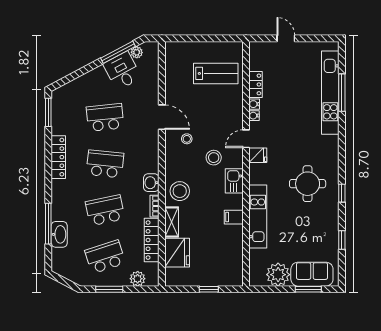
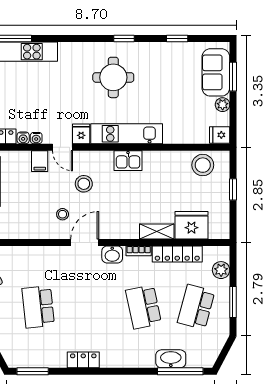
door: (162, 117) -> (85, 242), moved
locker: (58, 157) -> (83, 360), width x0.66
school desk: (105, 164) -> (91, 307), removed
kitchen sink: (234, 181) -> (128, 161), moved
stool: (180, 191) -> (203, 165), moved
filing cabinet: (234, 217) -> (40, 161), moved
kitchen unit: (258, 217) -> (127, 134), moved
window: (48, 224) -> (180, 371), moved
school desk: (105, 257) -> (196, 307), turned 33
plant: (278, 275) -> (223, 105), width x0.53, depth x0.53
fridge: (257, 278) -> (220, 135), added

